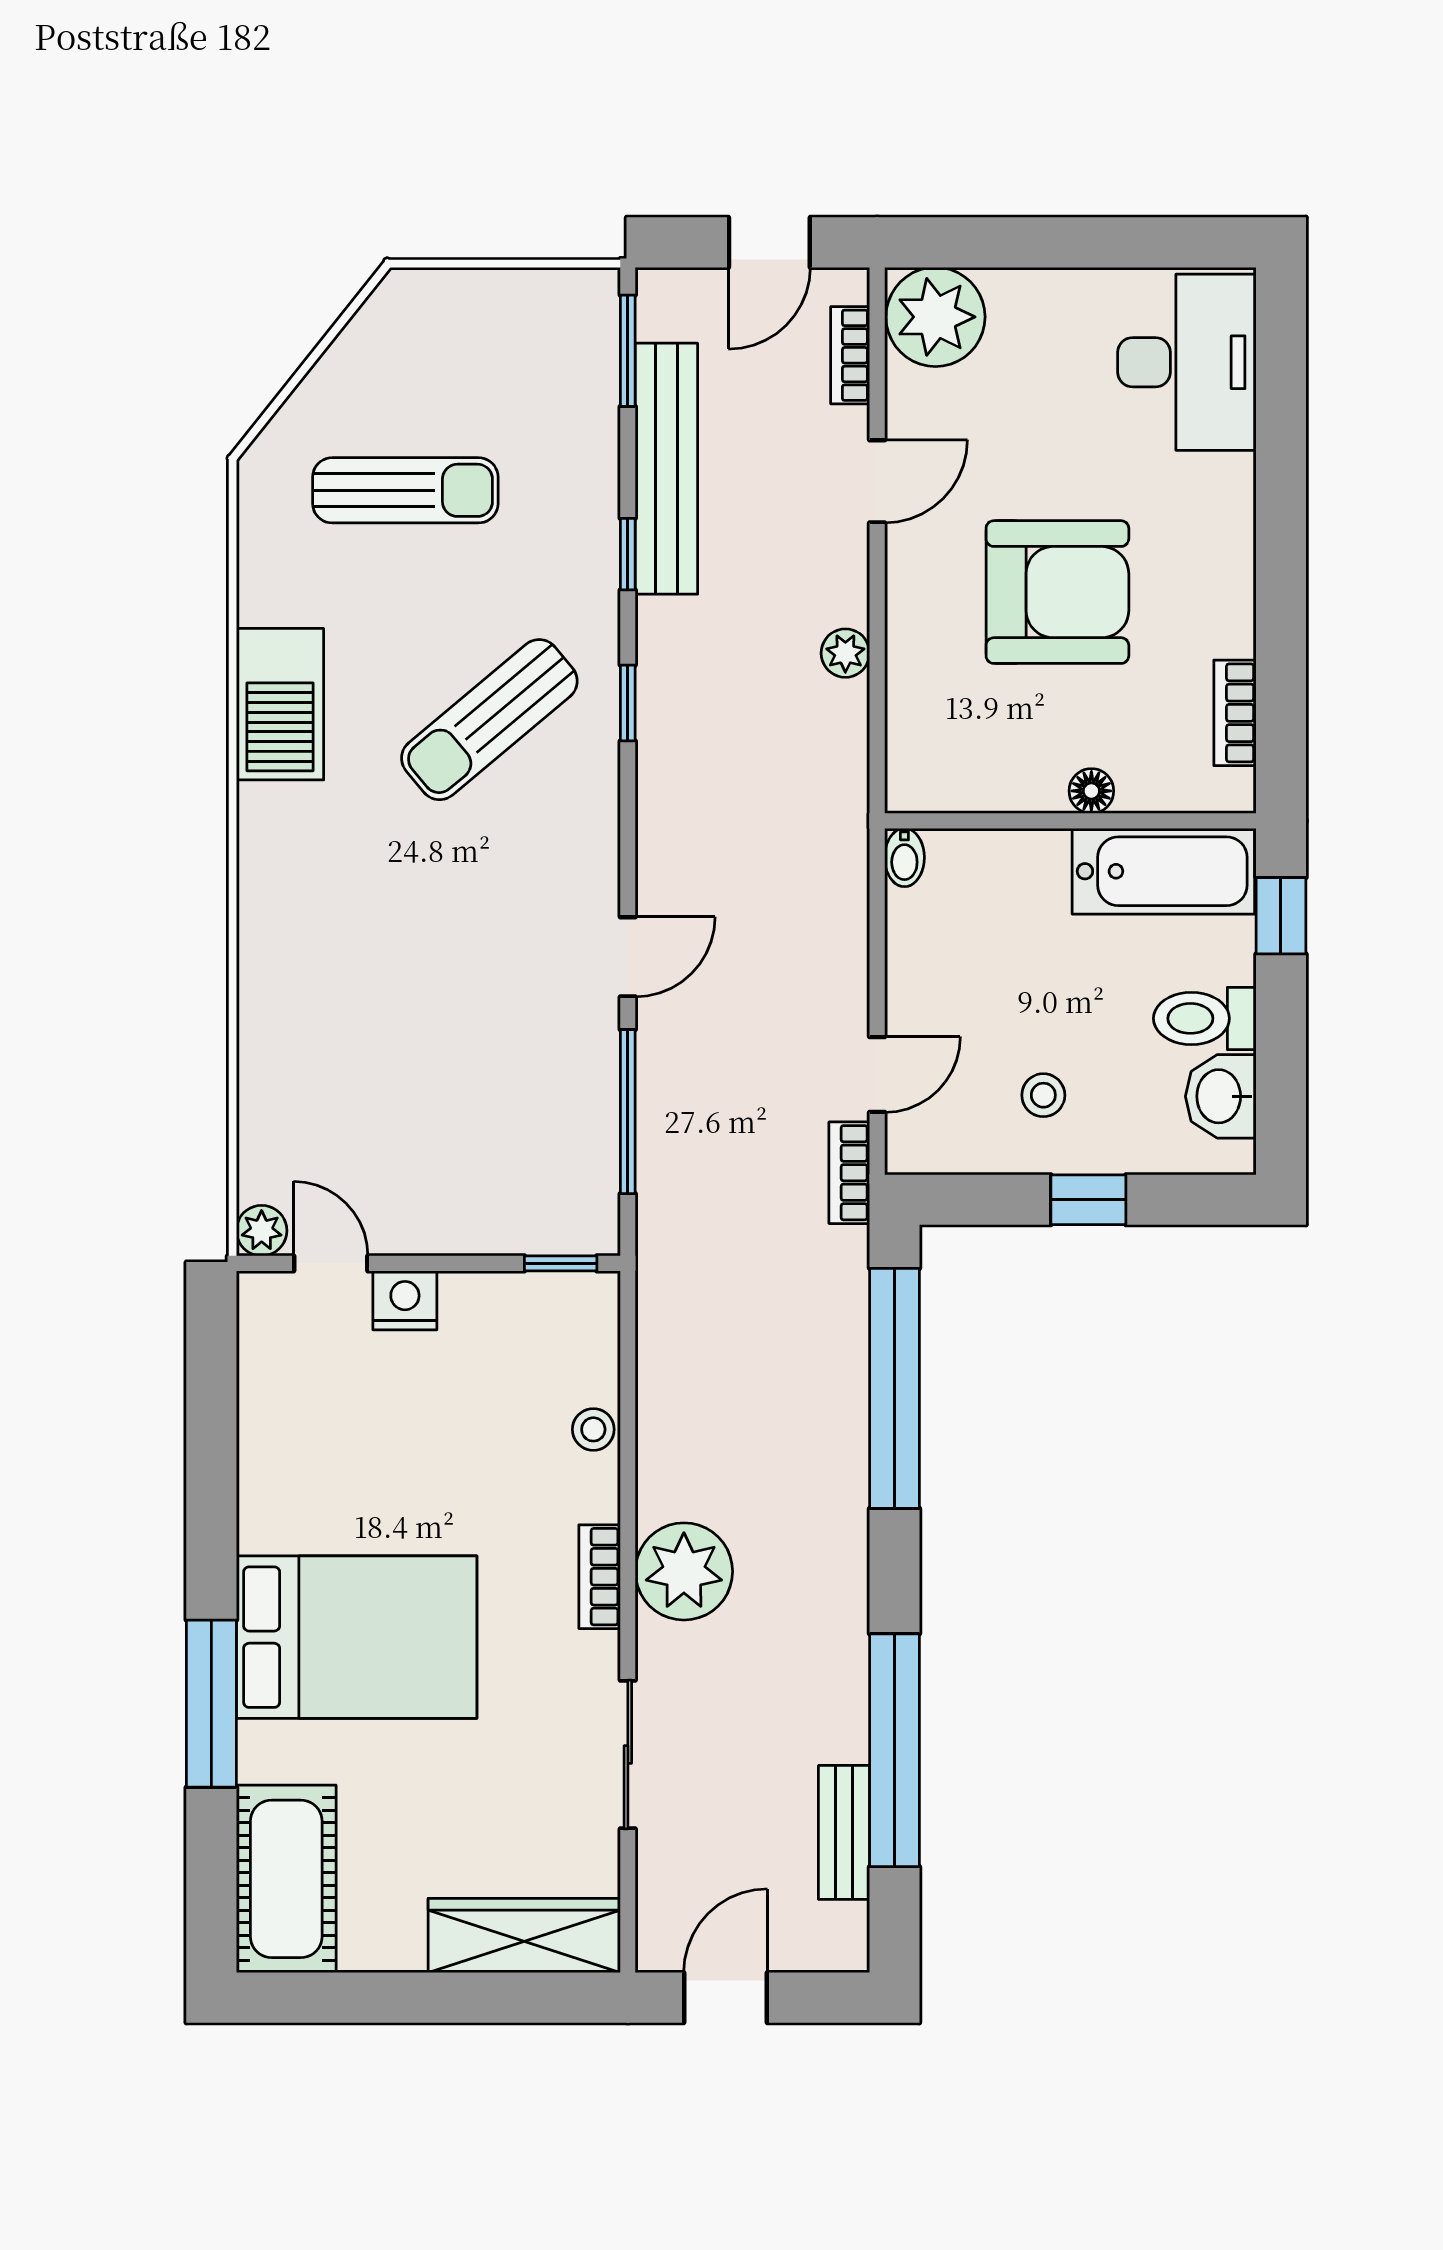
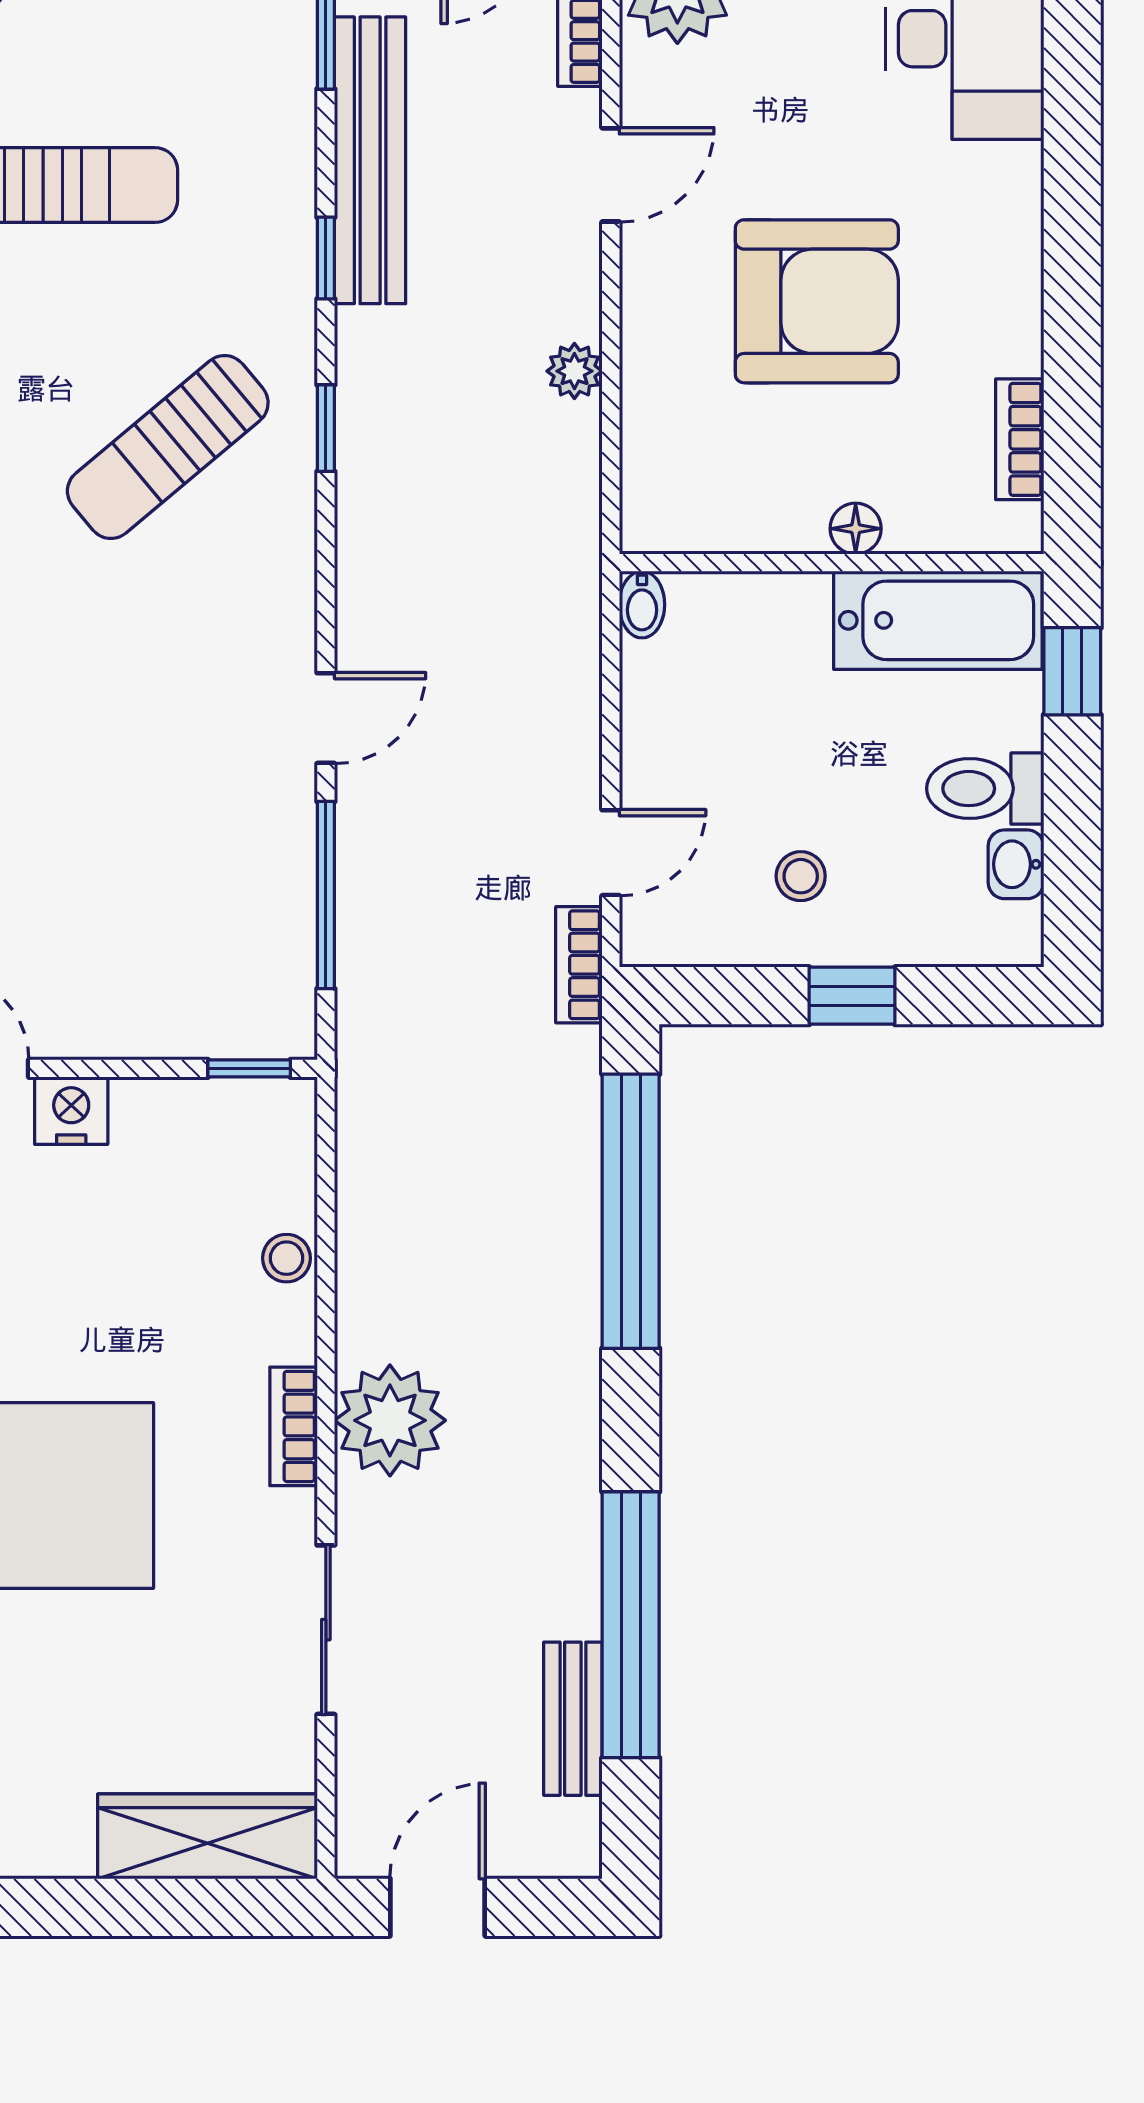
washbasin: (1221, 1096) -> (1016, 864), width x0.72, depth x0.69

